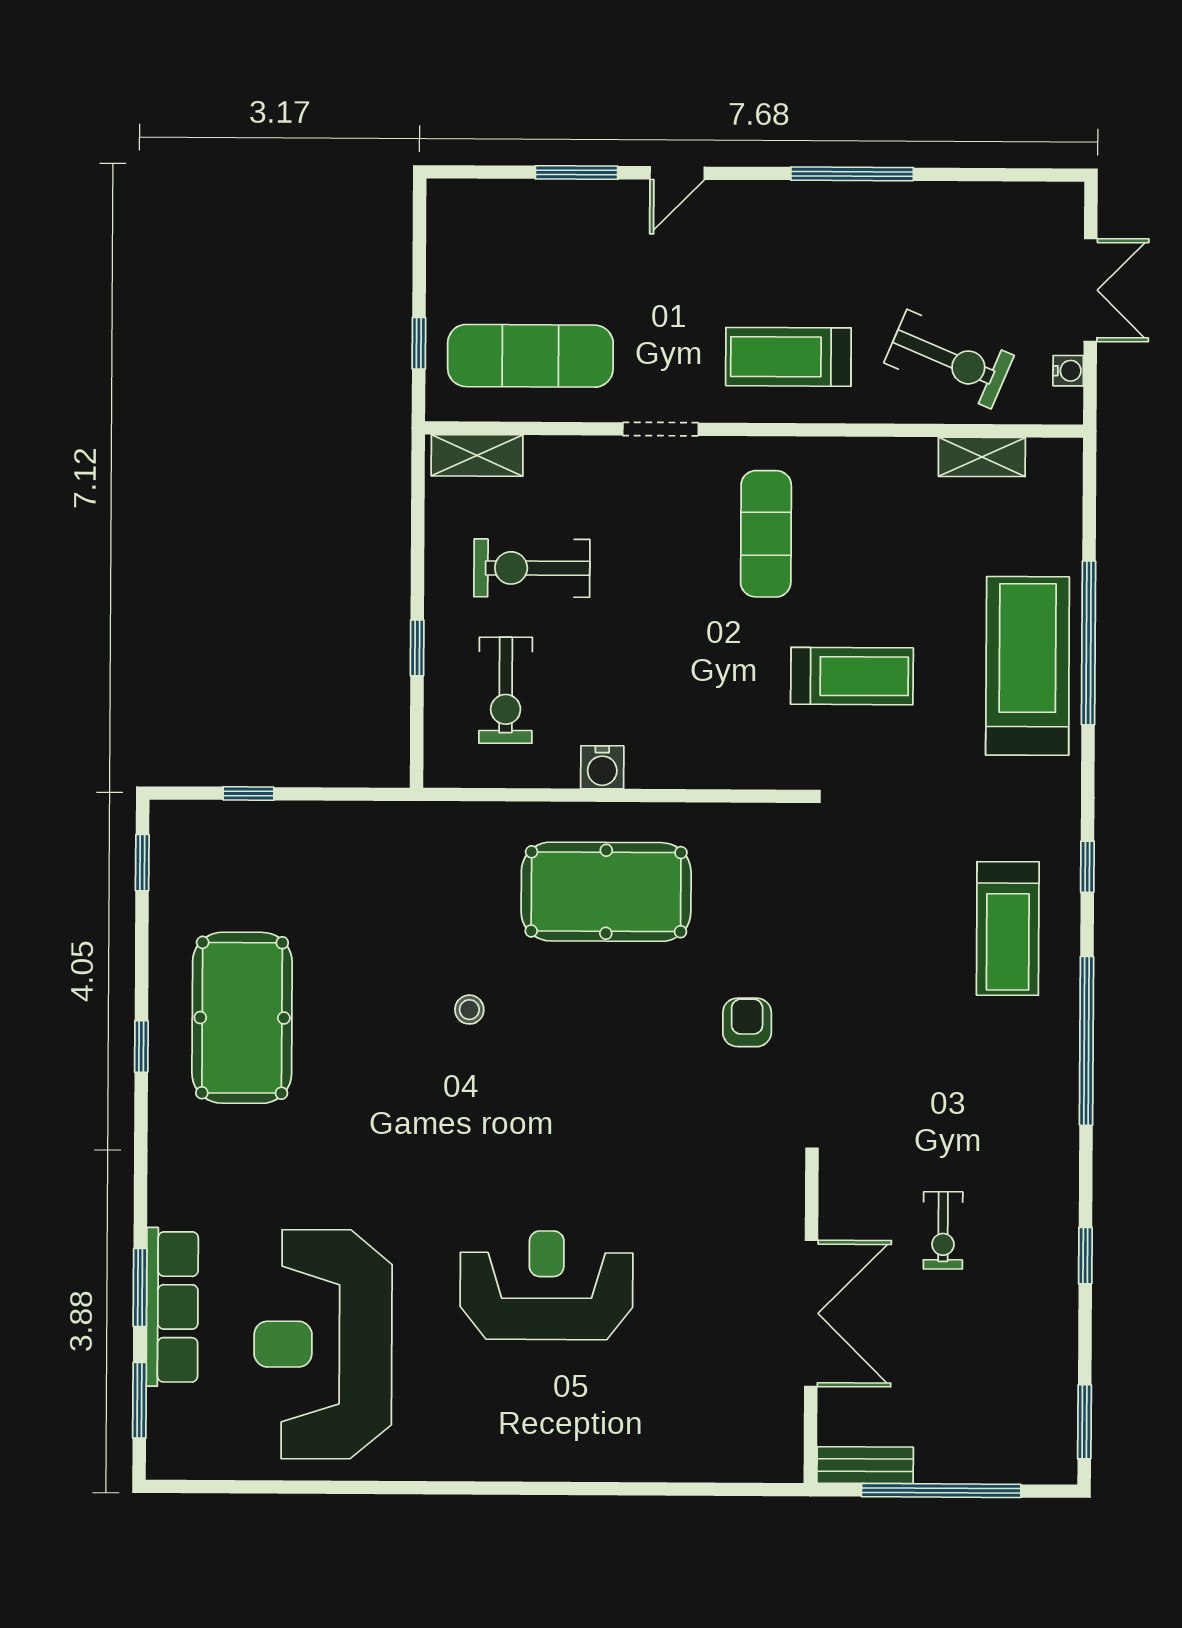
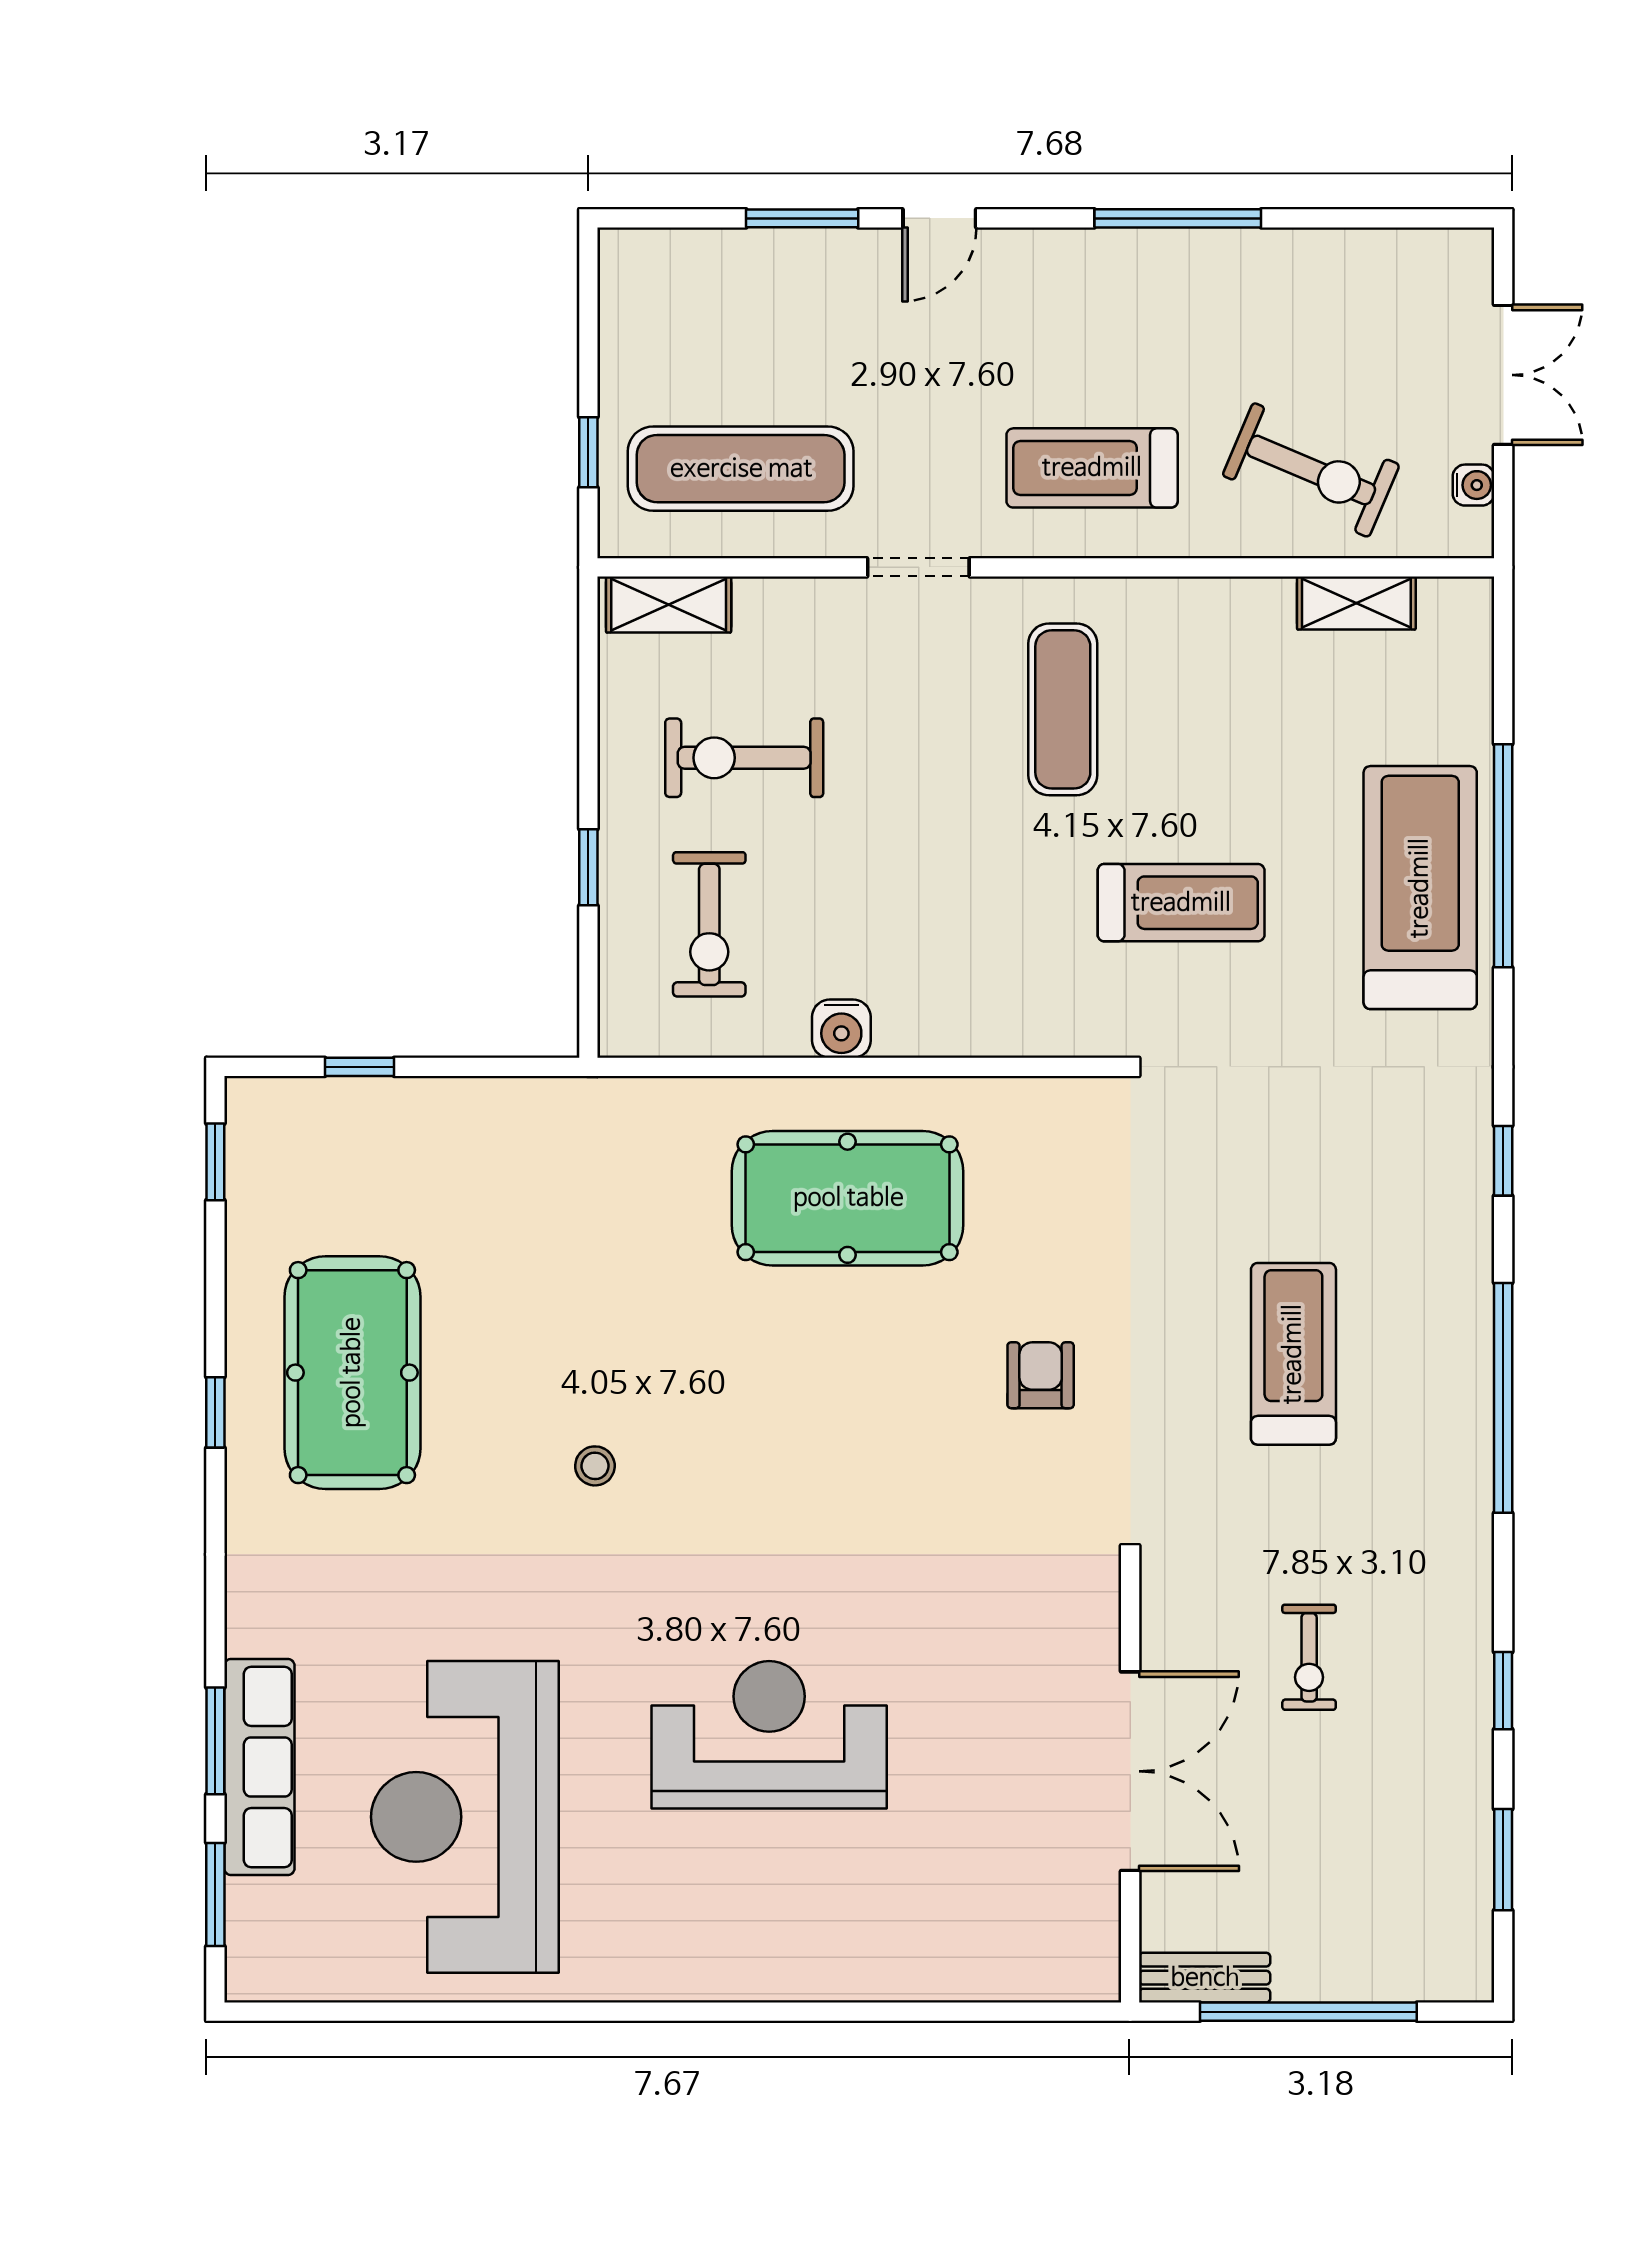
treadmill: (1008, 928) -> (1293, 1354), moved, turned 180
stool: (469, 1010) -> (595, 1466), moved
window: (1084, 1422) -> (1503, 1860), moved

